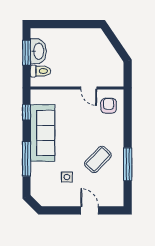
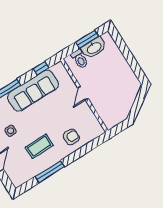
door: (89, 88) -> (83, 93), moved
armchair: (109, 106) -> (71, 137), moved
coffee table: (98, 159) -> (39, 146), turned -44

